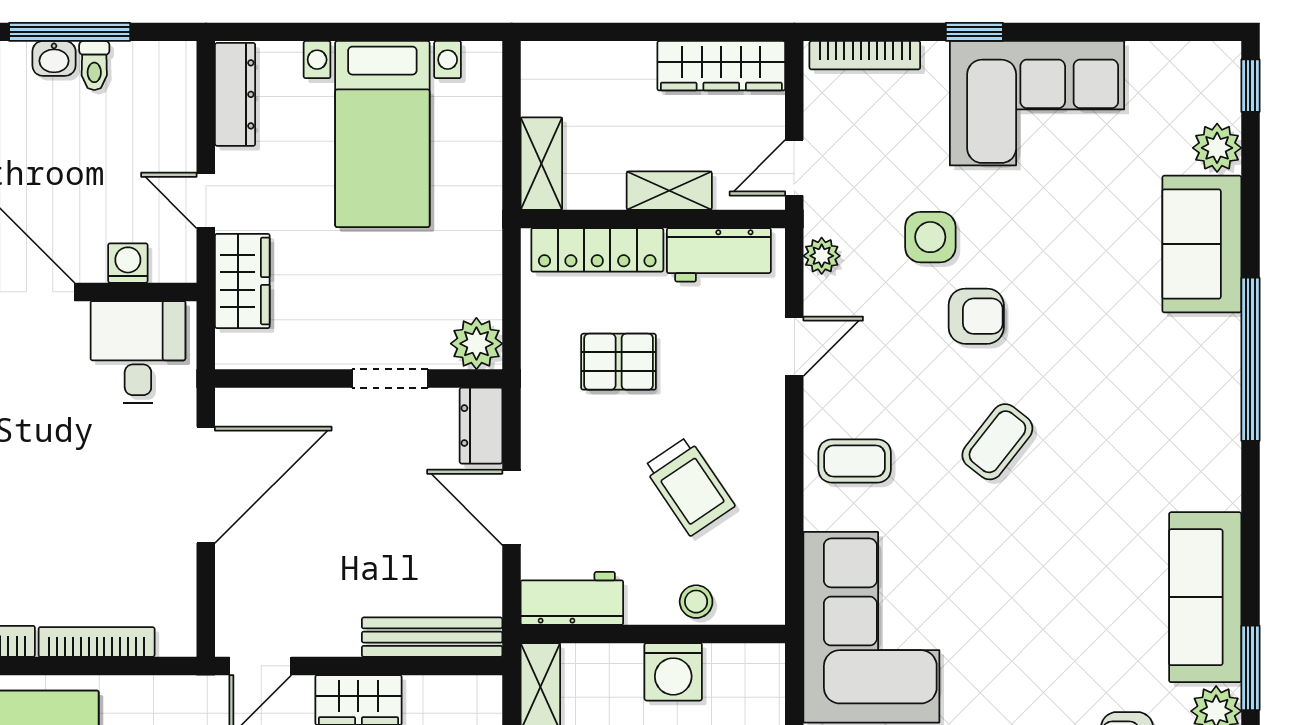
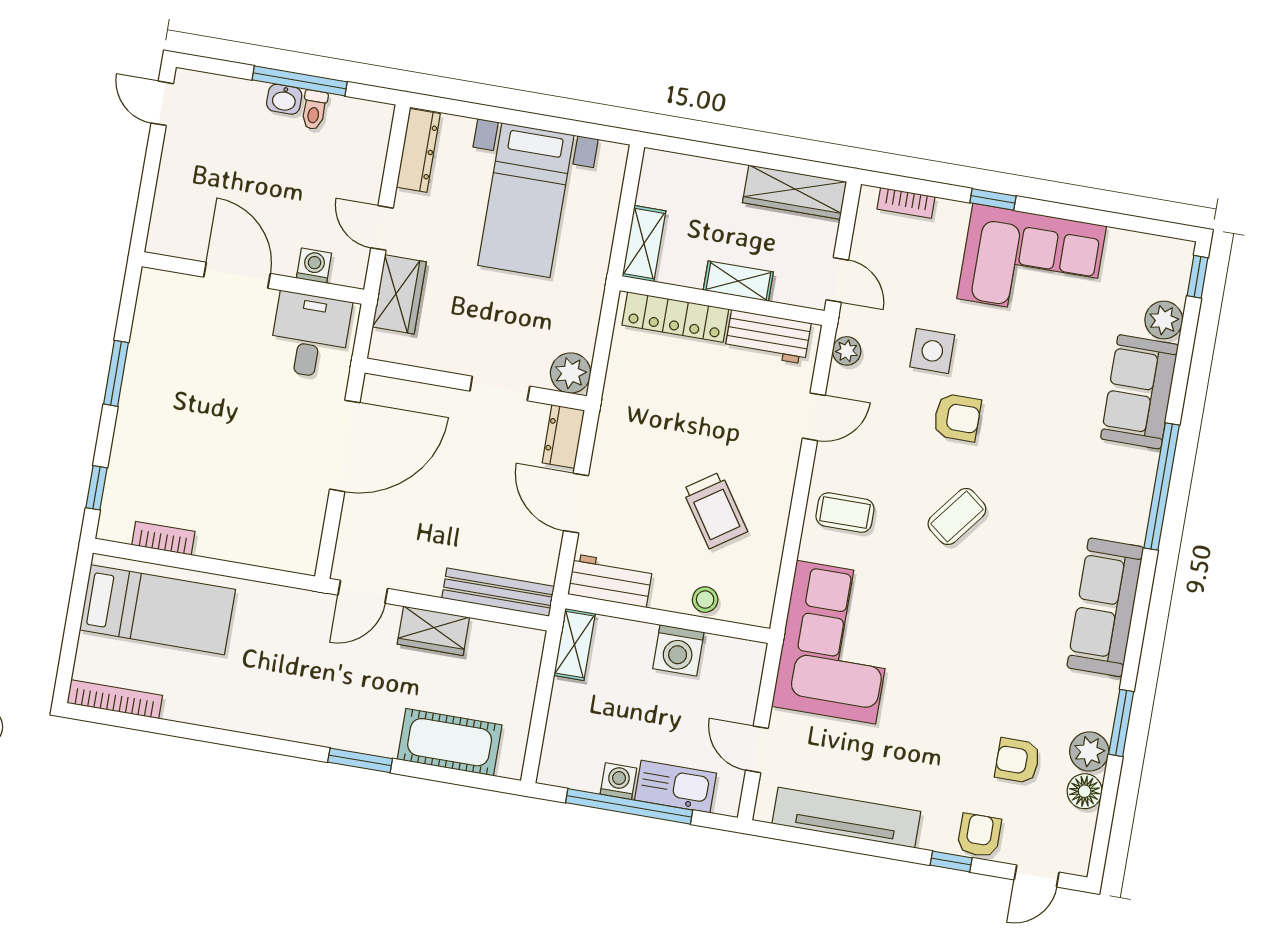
bookcase: (865, 55) -> (906, 203), width x0.64
door: (794, 168) -> (837, 280), swing flipped
pallet: (619, 362) -> (677, 406), removed
sofa: (1205, 597) -> (1105, 607), moved
bookcase: (97, 642) -> (240, 552), removed

